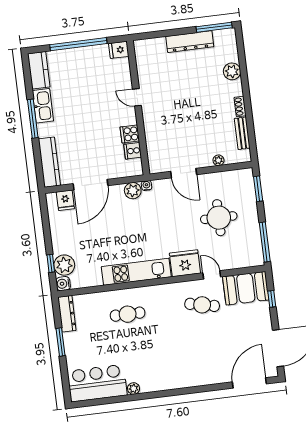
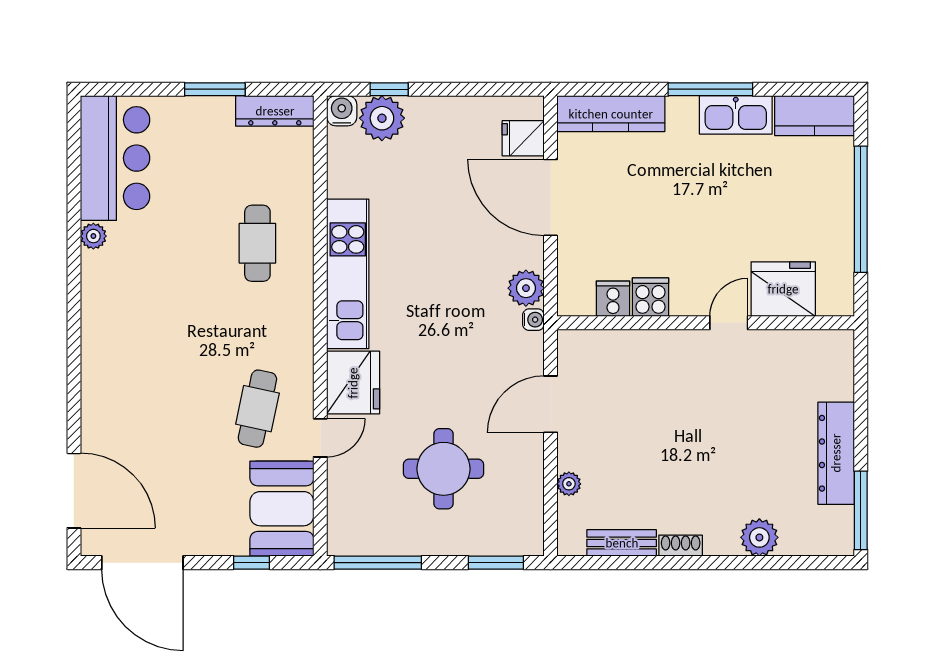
fridge: (119, 50) -> (783, 289), moved, width x1.88, depth x1.34

